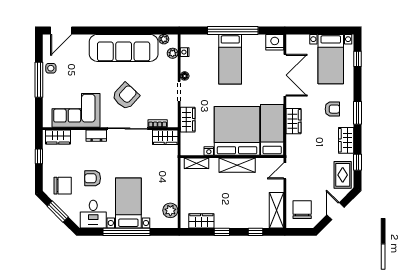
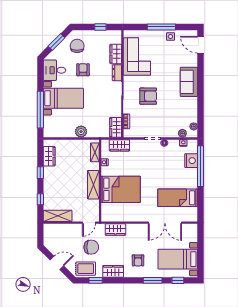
window: (233, 30) -> (201, 166), moved
nightstand: (275, 42) -> (191, 161), moved
sofa: (124, 48) -> (189, 82), width x0.54, depth x0.79
bed: (230, 59) -> (178, 198), moved
armchair: (126, 96) -> (148, 96), turned -43
window: (358, 113) -> (153, 280), moved
wardrobe: (188, 120) -> (119, 145), moved
wardrobe: (293, 121) -> (115, 230), moved
bed: (272, 130) -> (121, 212), removed
bed: (237, 131) -> (121, 189), width x0.73
wardrobe: (58, 137) -> (116, 54), moved
door: (285, 171) -> (89, 223), swing flipped
chair: (63, 186) -> (77, 46), turned 180
plant: (170, 210) -> (81, 132), moved
chair: (302, 210) -> (91, 247), moved
window: (126, 232) -> (40, 110), moved

